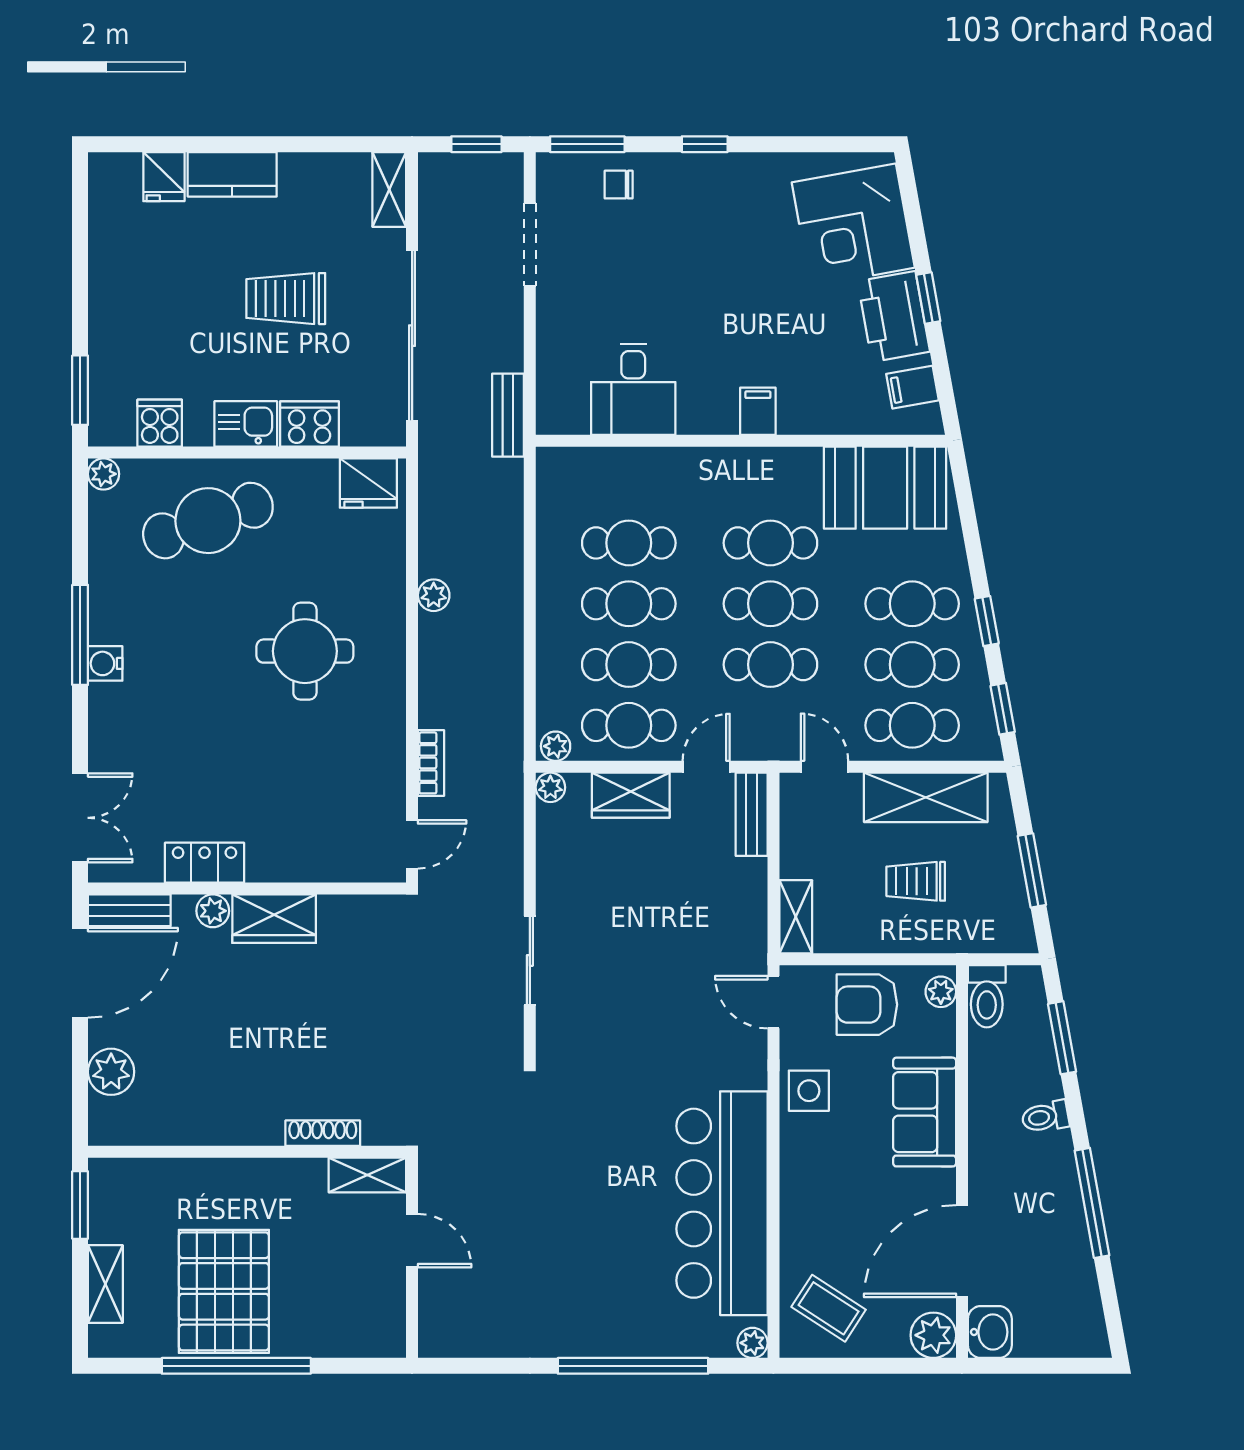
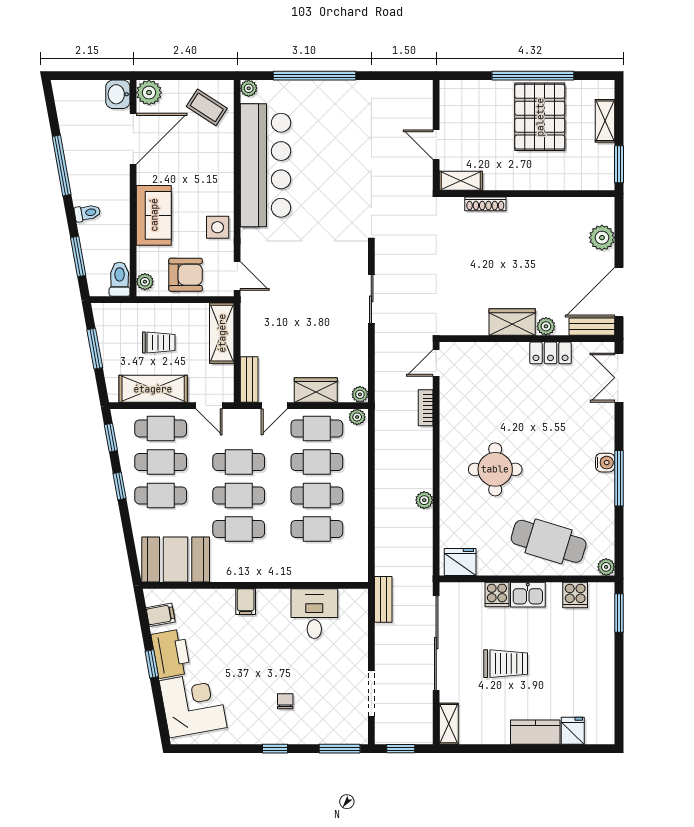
chair: (619, 185) -> (285, 701), moved, turned -90
cooker: (310, 424) -> (497, 594), width x0.73
cafe table: (208, 521) -> (549, 541), turned 36
shelving: (796, 917) -> (222, 333), width x1.50, depth x1.33

